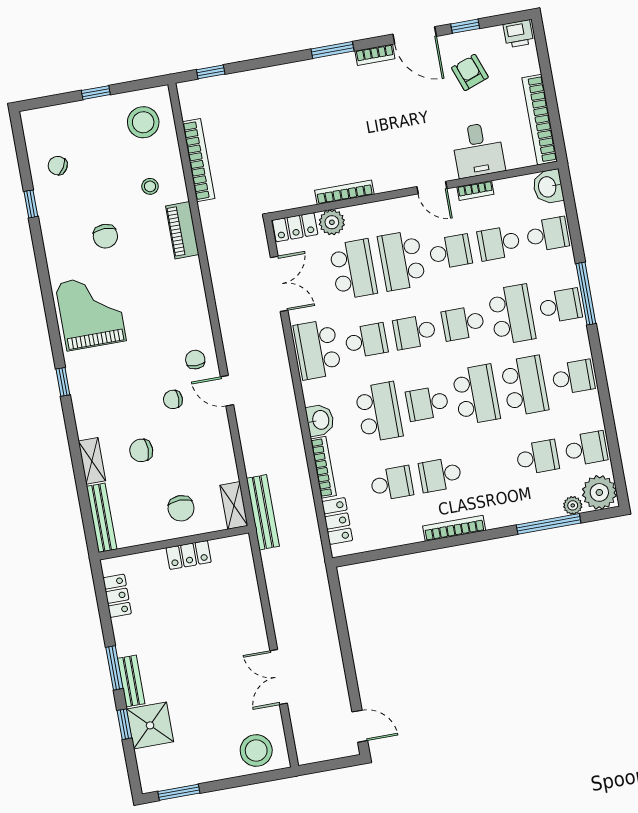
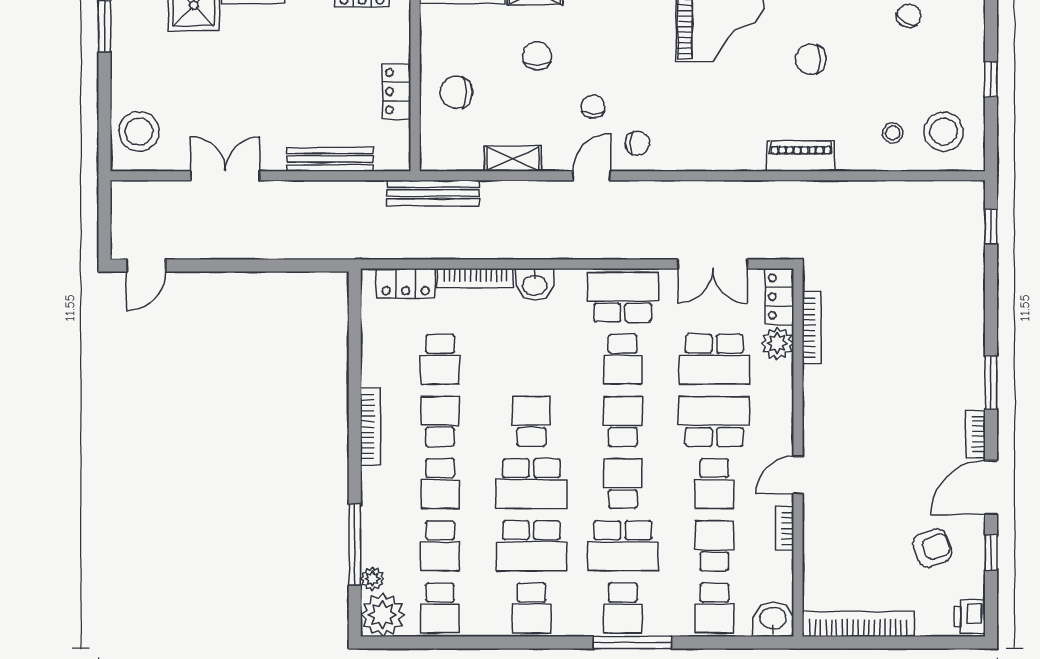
desk: (478, 150) -> (834, 541), removed
bookcase: (199, 160) -> (884, 192), removed
stool: (150, 186) -> (893, 133), moved
bookcase: (344, 192) -> (812, 328), moved
school desk: (379, 412) -> (440, 484), moved, width x0.54
shelving: (234, 505) -> (513, 158), moved
bench: (251, 598) -> (330, 159), added

